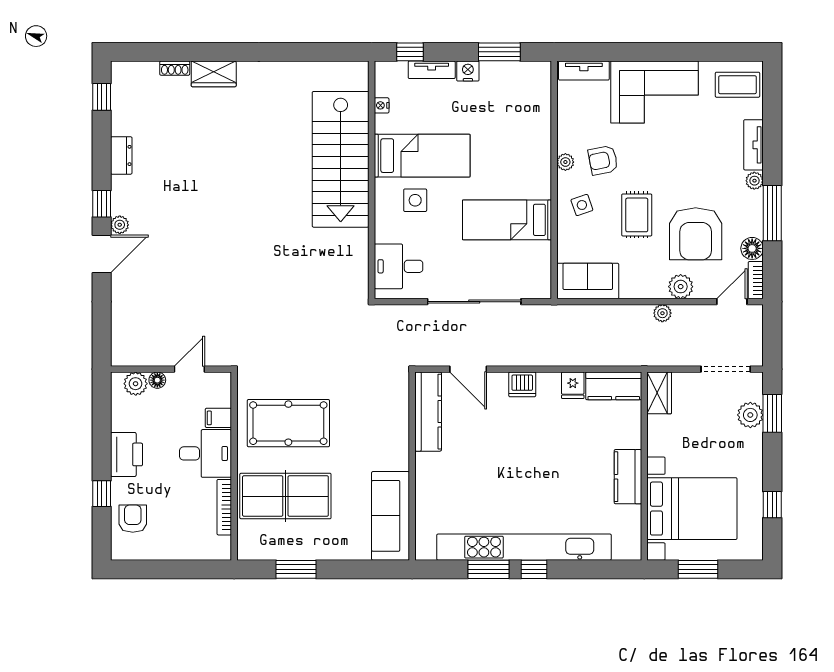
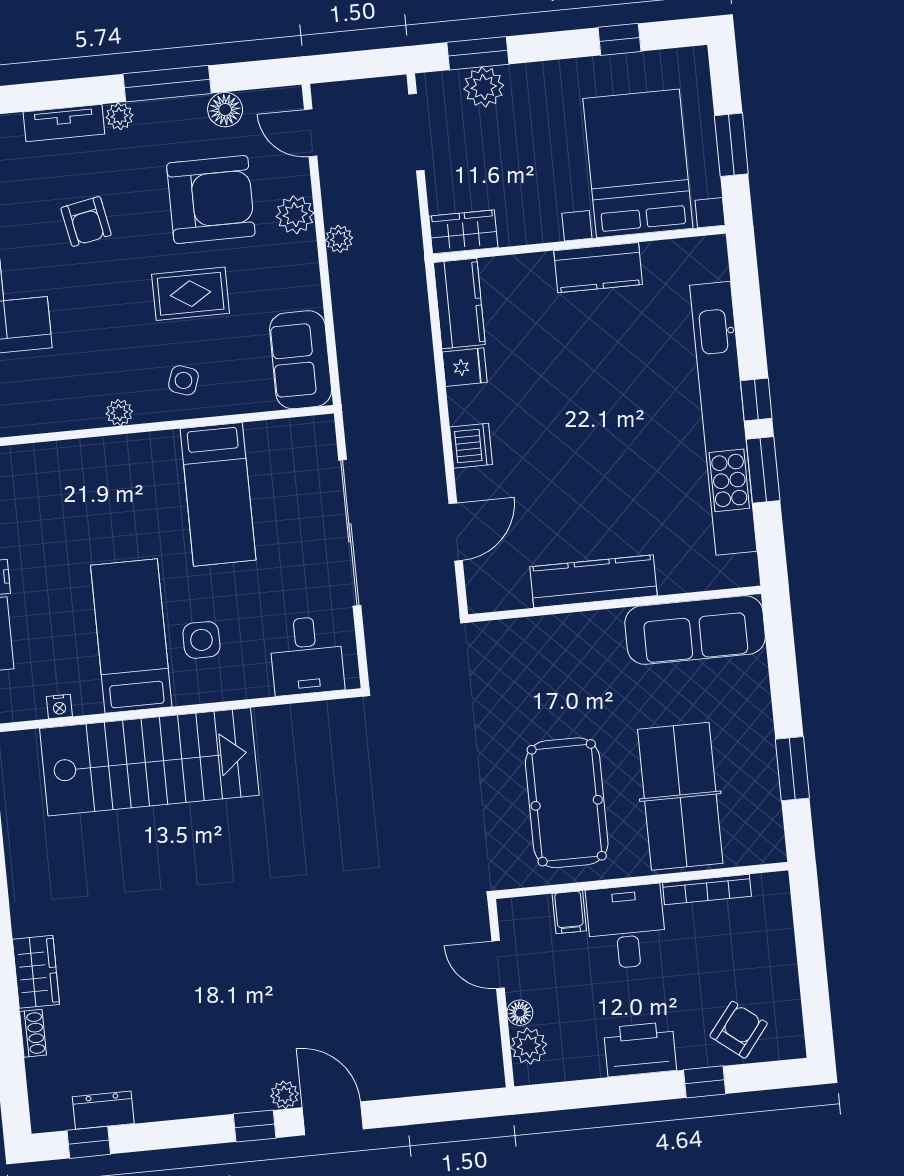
dresser: (121, 155) -> (103, 1110), moved
armchair: (603, 160) -> (86, 221), moved
side table: (582, 205) -> (183, 380), turned 38
bookcase: (756, 280) -> (274, 99), removed
kitchen counter: (428, 412) -> (593, 581), moved
armchair: (133, 519) -> (739, 1030), turned 128

